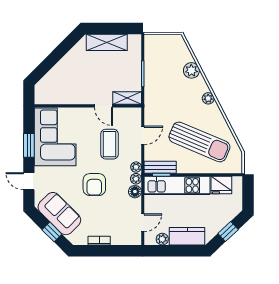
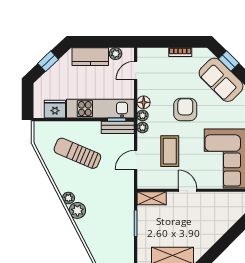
plant: (191, 70) -> (77, 210), moved
door: (103, 106) -> (188, 190), moved
sun lounger: (199, 142) -> (77, 153), width x0.73, depth x0.75

